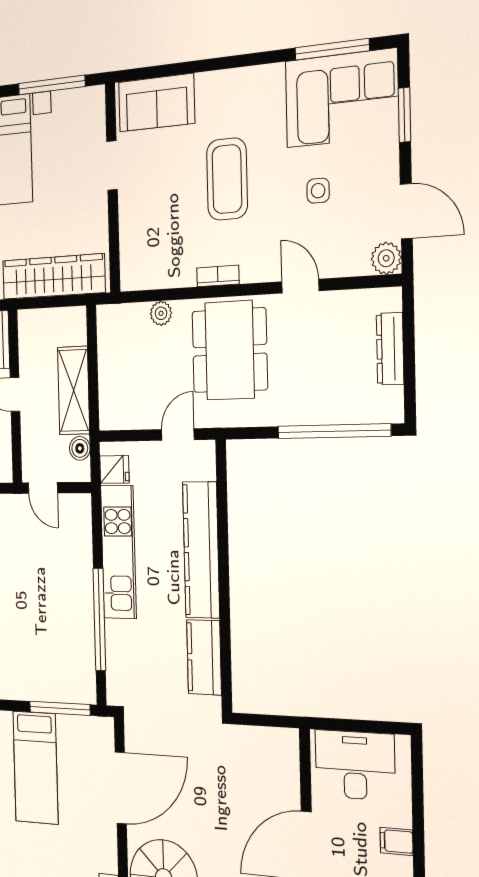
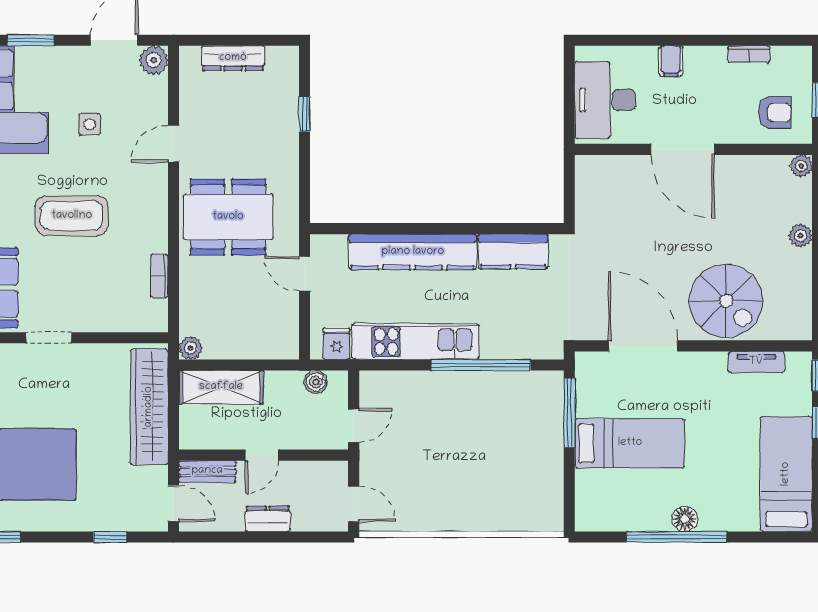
bookcase: (218, 276) -> (159, 276), moved
plant: (161, 313) -> (191, 348), moved
shelving: (74, 391) -> (221, 387), moved
window: (334, 431) -> (305, 114), width x0.32

